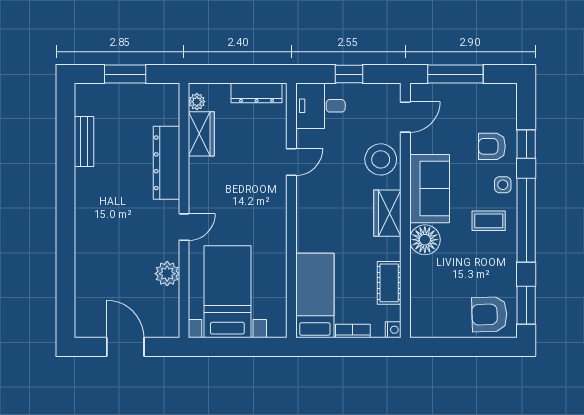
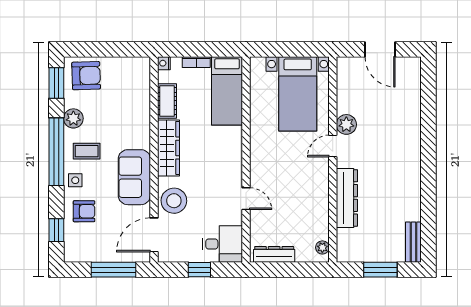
door: (405, 117) -> (154, 235), width x1.38
wardrobe: (201, 134) -> (319, 221), removed
bench: (84, 142) -> (413, 242), moved
window: (526, 144) -> (56, 230), moved
door: (291, 162) -> (246, 199), swing flipped
wardrobe: (387, 213) -> (168, 148), width x1.50
floor lamp: (425, 240) -> (138, 136), removed
plant: (505, 261) -> (73, 118), added
plant: (167, 274) -> (346, 124), moved

